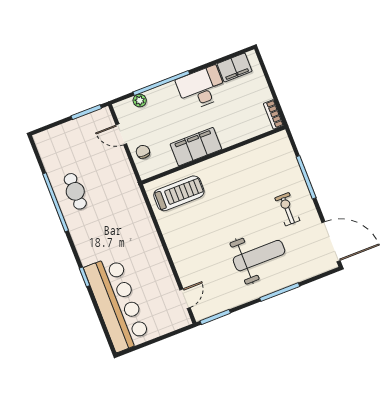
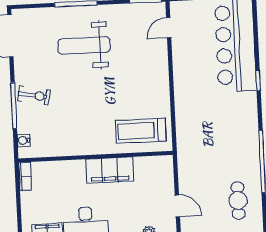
water cooler: (286, 148) -> (24, 140), added
chair: (143, 152) -> (162, 182), removed
cafe table: (75, 191) -> (238, 201), moved
exercise bike: (287, 209) -> (34, 95), moved, turned -79

